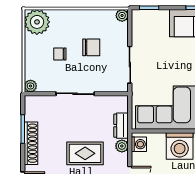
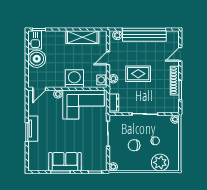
plant: (37, 22) -> (160, 162), moved
dresser: (121, 126) -> (114, 103), moved

